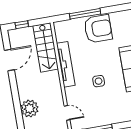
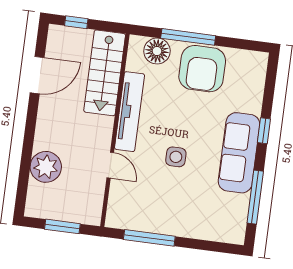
floor lamp: (70, 27) -> (157, 51), added
armchair: (98, 29) -> (202, 69), turned 90
door: (67, 113) -> (110, 165), moved

